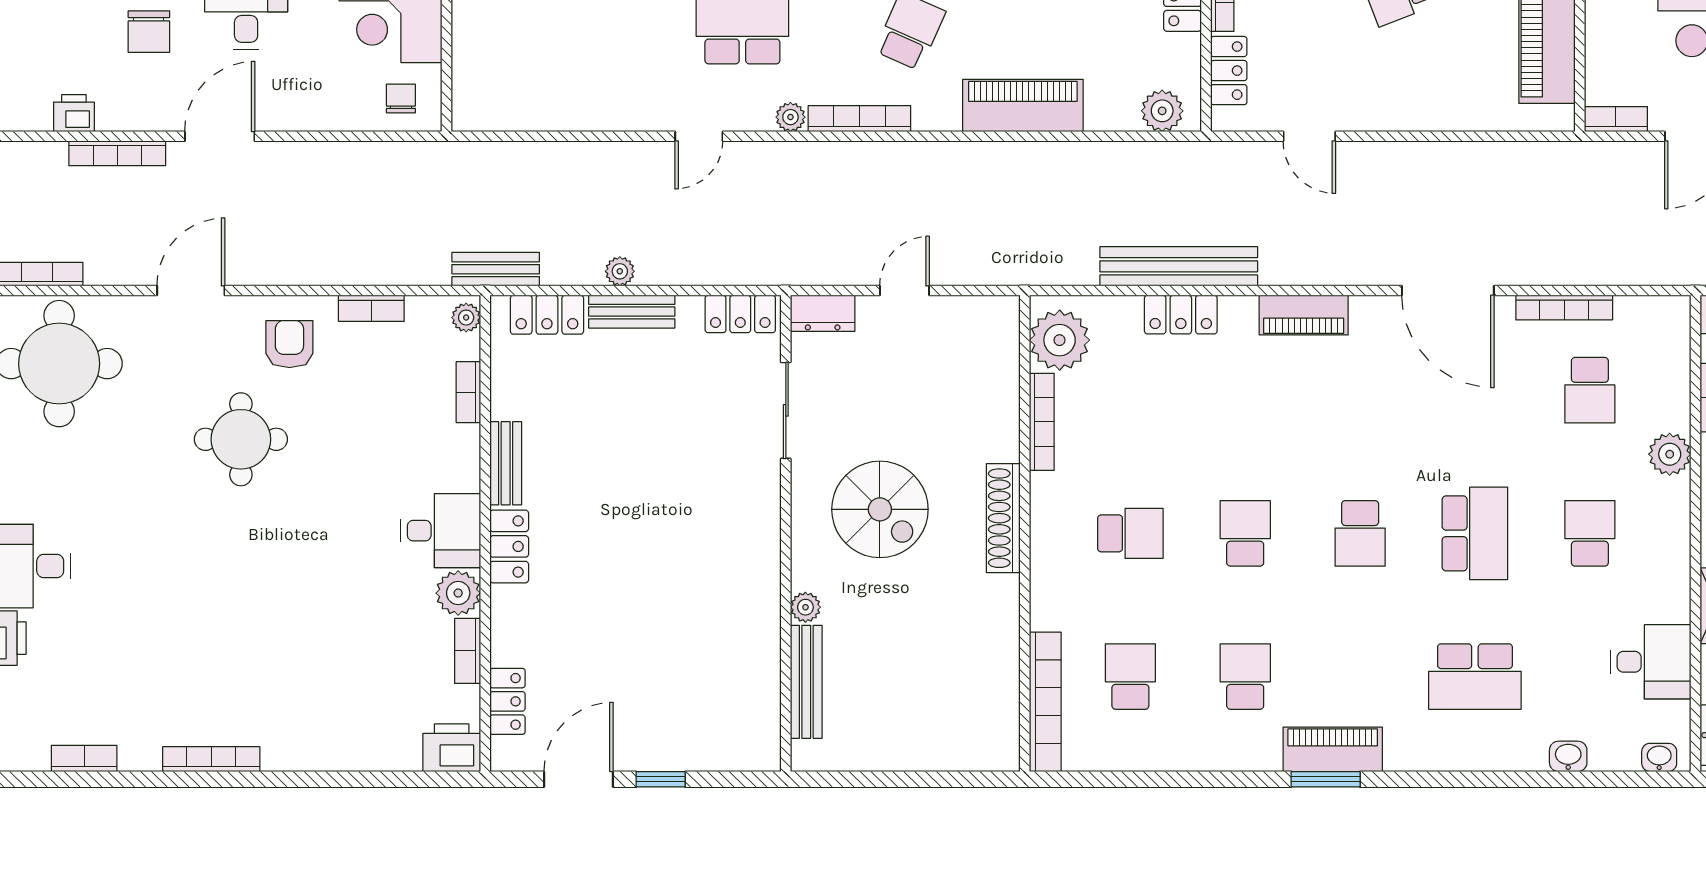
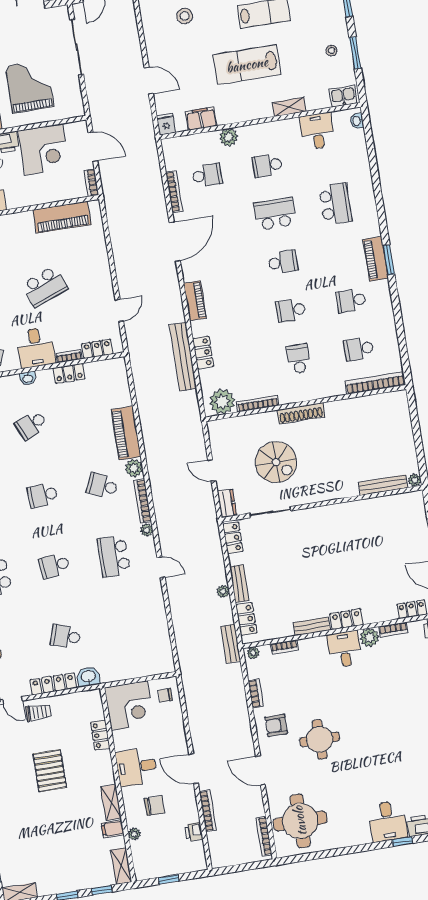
plant: (1162, 111) -> (134, 468), moved
spiral stairs: (880, 509) -> (276, 462), moved, turned 90
plant: (805, 607) -> (415, 480), moved
washbasin: (1568, 756) -> (363, 159), removed

